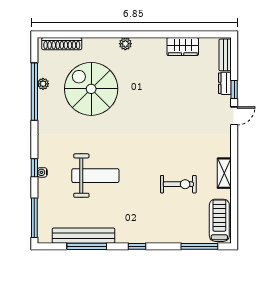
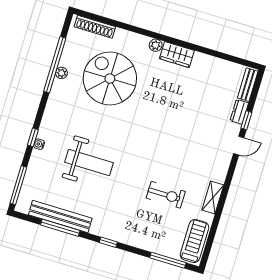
wardrobe: (183, 47) -> (177, 55), moved
plant: (43, 84) -> (61, 73), moved

